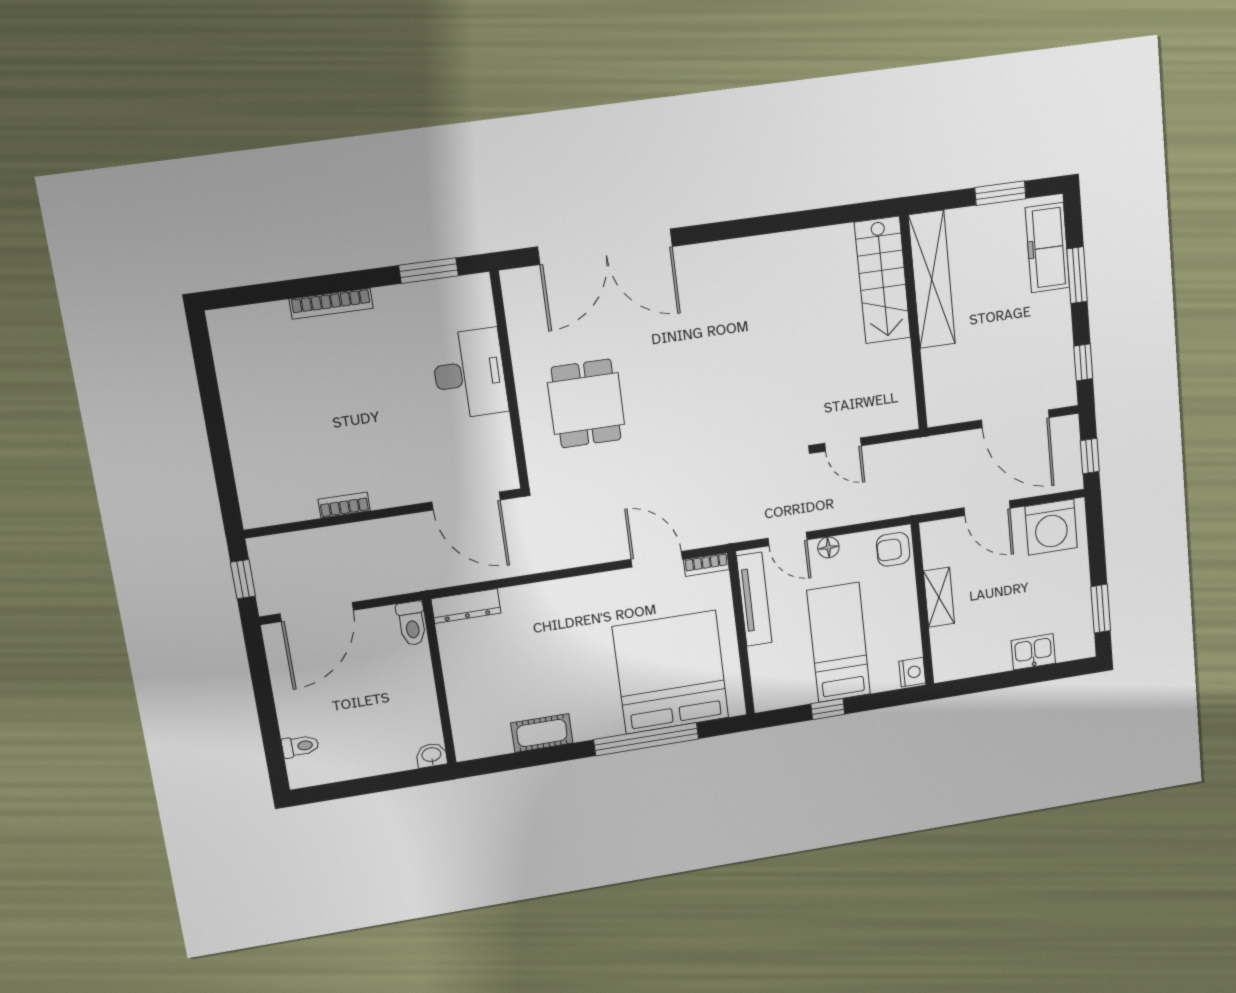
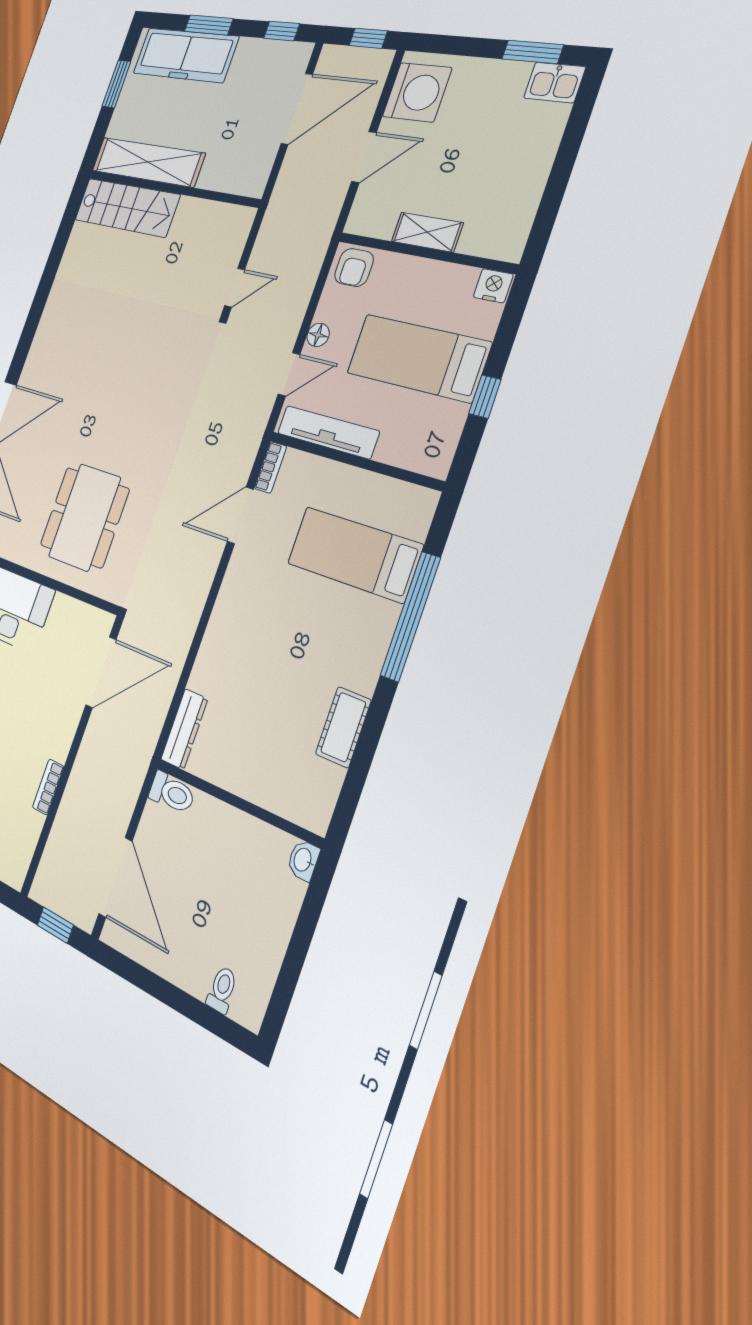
freezer: (1047, 248) -> (185, 55), width x1.36, depth x1.26
dining table: (586, 404) -> (84, 517), width x1.38
kitchen sink: (1033, 652) -> (554, 83), moved, turned -90
bed: (671, 672) -> (354, 554), width x0.49

